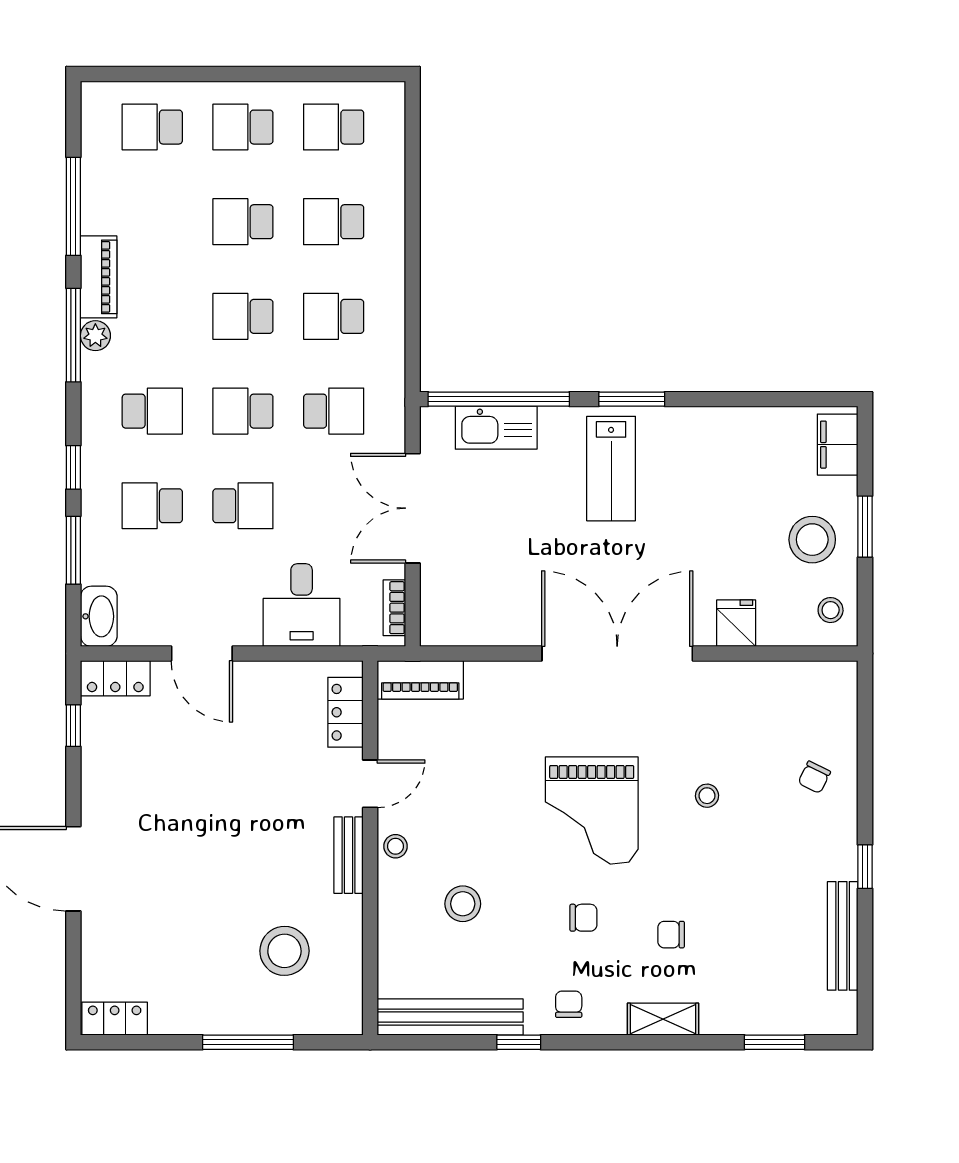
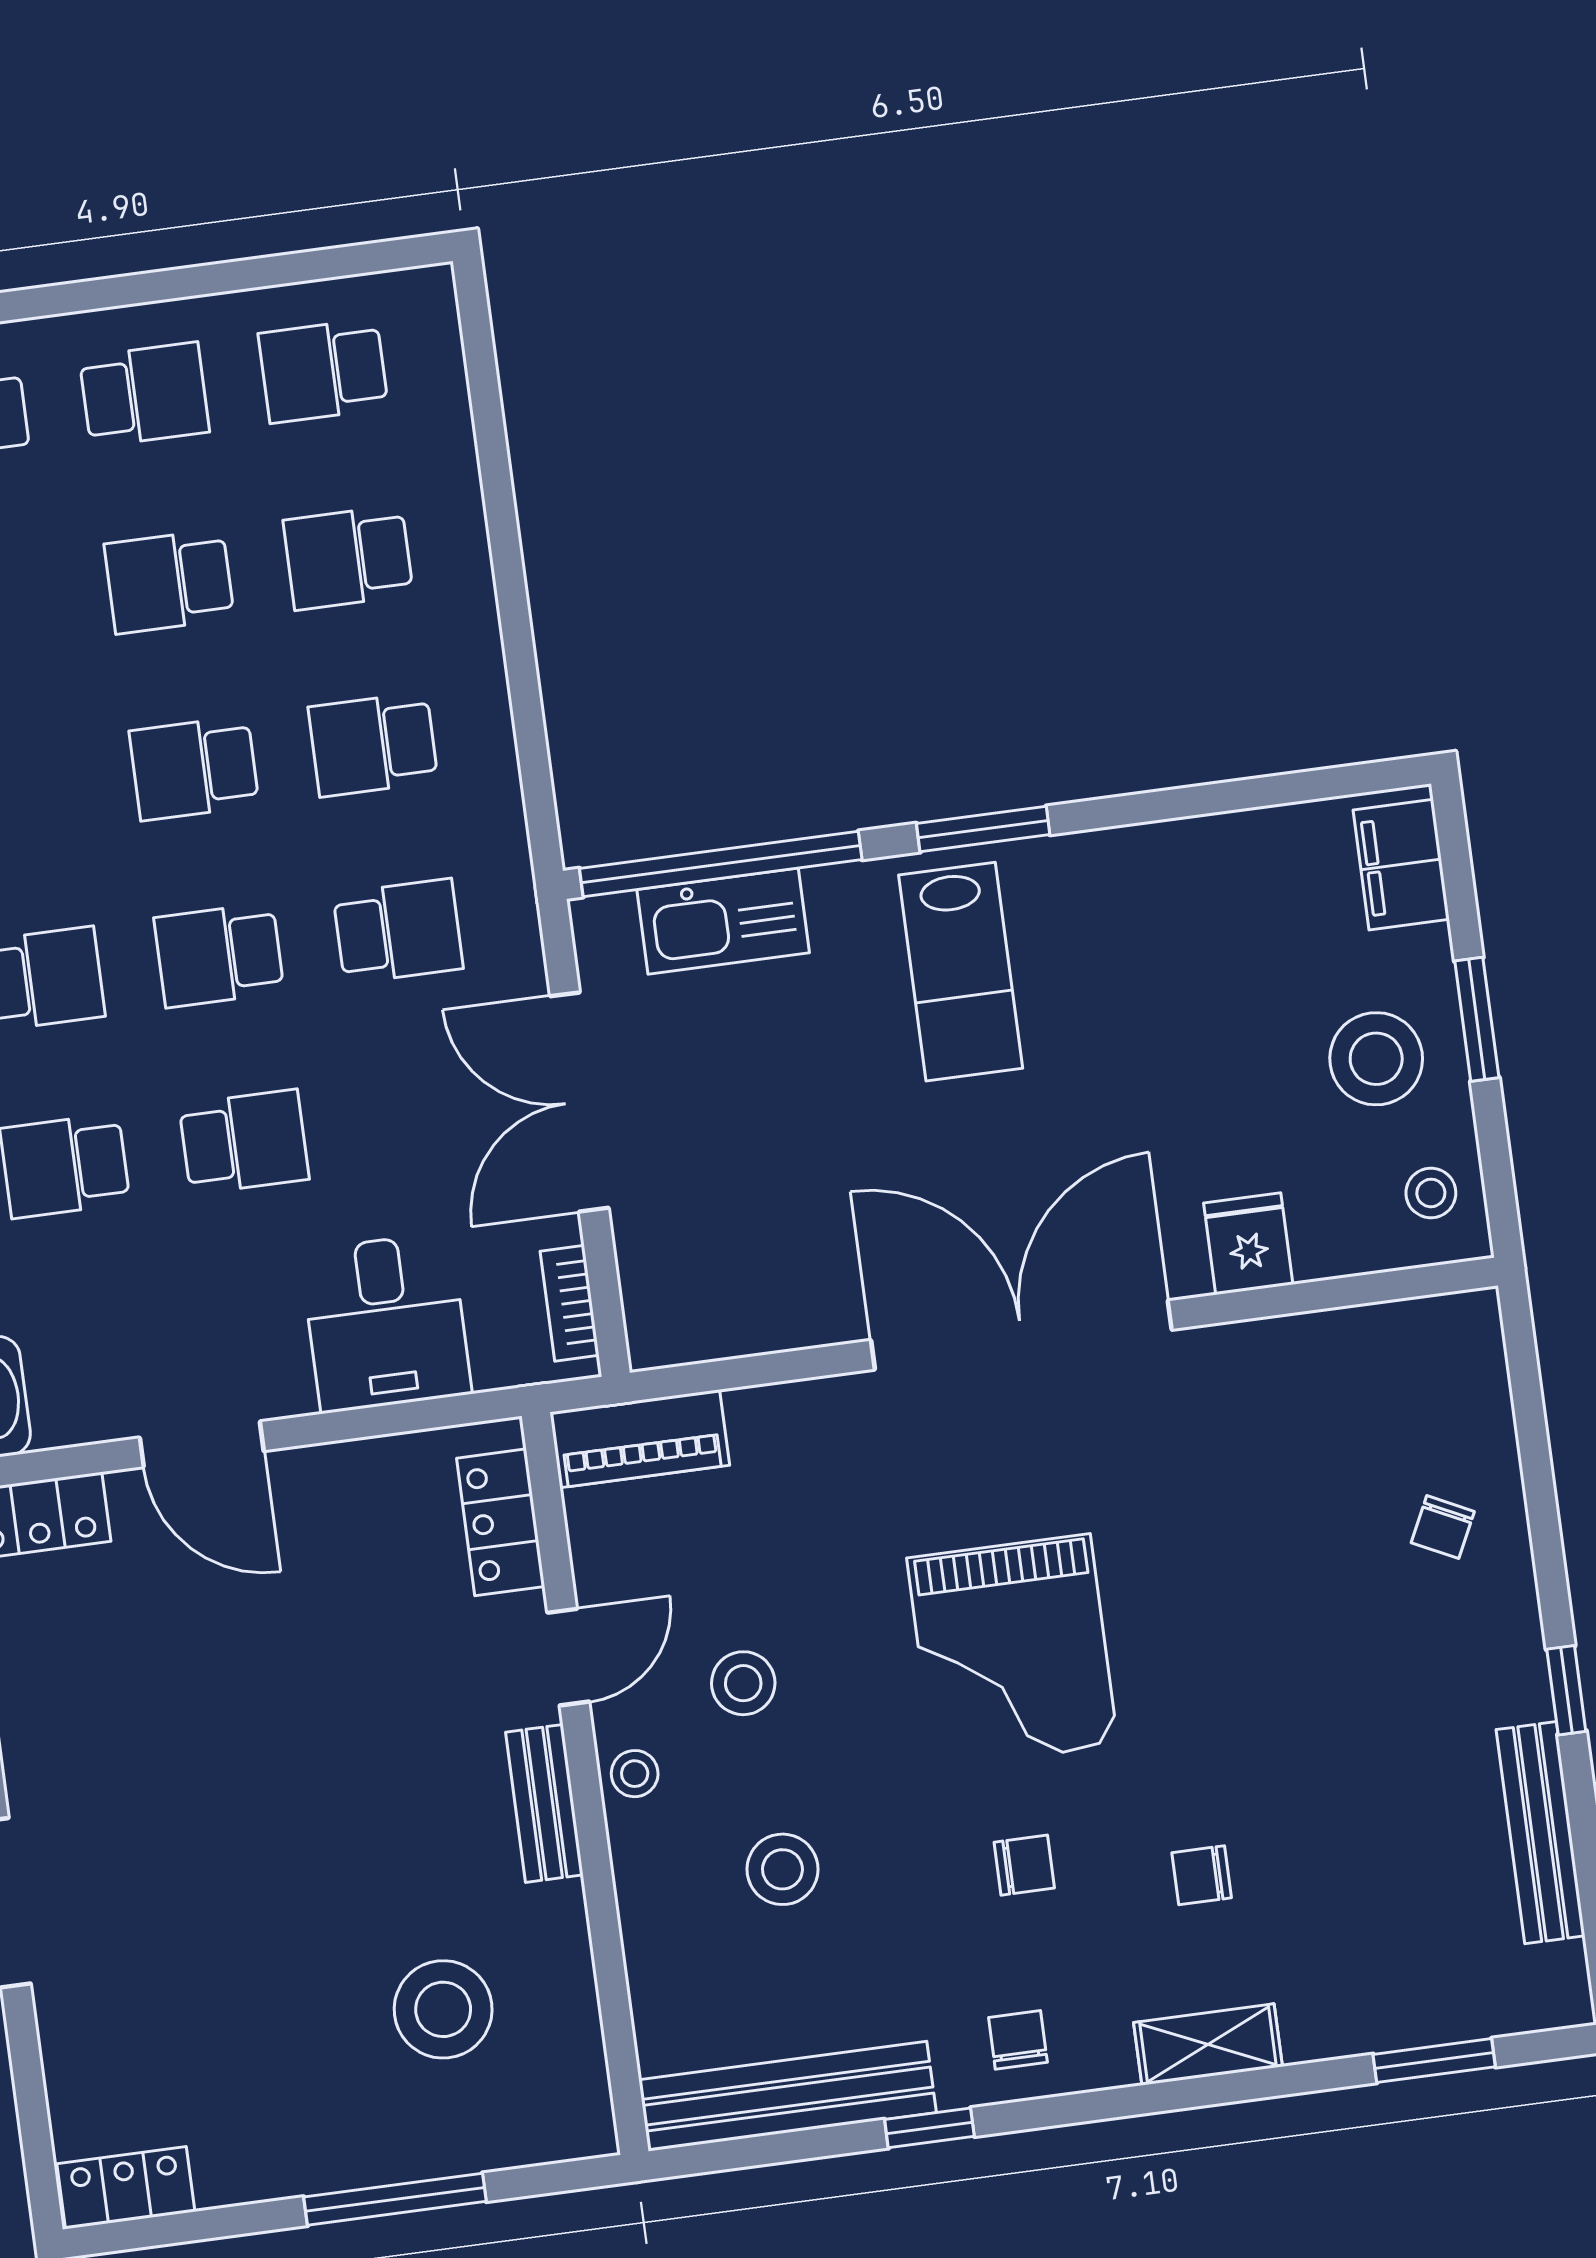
school desk: (243, 127) -> (144, 395), turned 180
stool: (707, 796) -> (743, 1683), moved, width x1.37, depth x1.37

